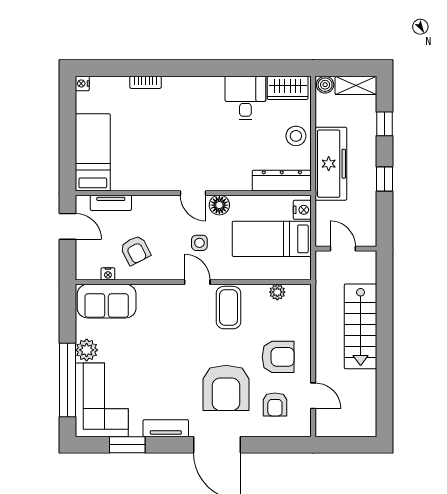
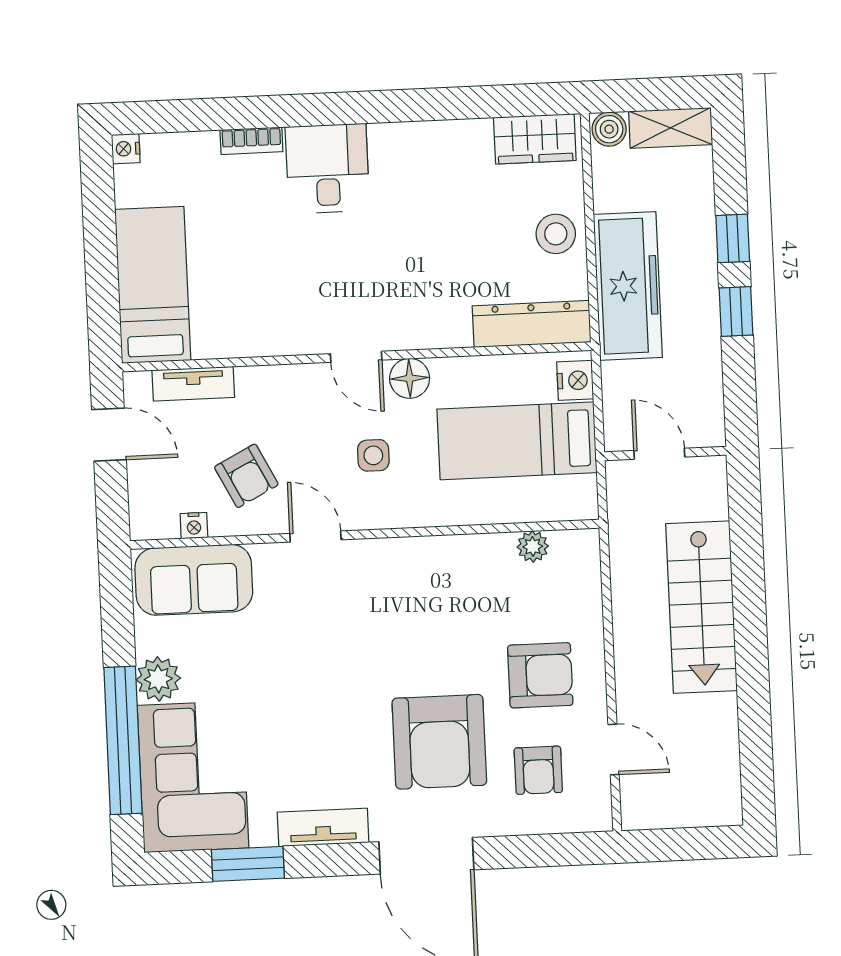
desk: (245, 98) -> (327, 169), moved
window: (385, 124) -> (733, 238), moved
door: (197, 282) -> (315, 537), moved
coffee table: (229, 308) -> (437, 582), removed

